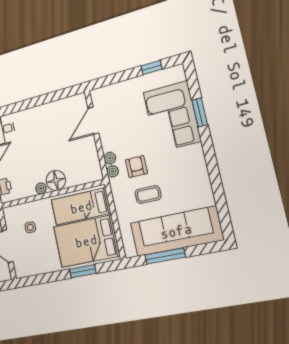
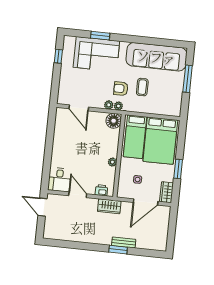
floor lamp: (56, 180) -> (114, 121), moved
sofa: (176, 231) -> (156, 57), moved, turned -90
window: (165, 256) -> (188, 79), moved
wardrobe: (27, 269) -> (166, 192), added
window: (83, 271) -> (178, 169), moved

